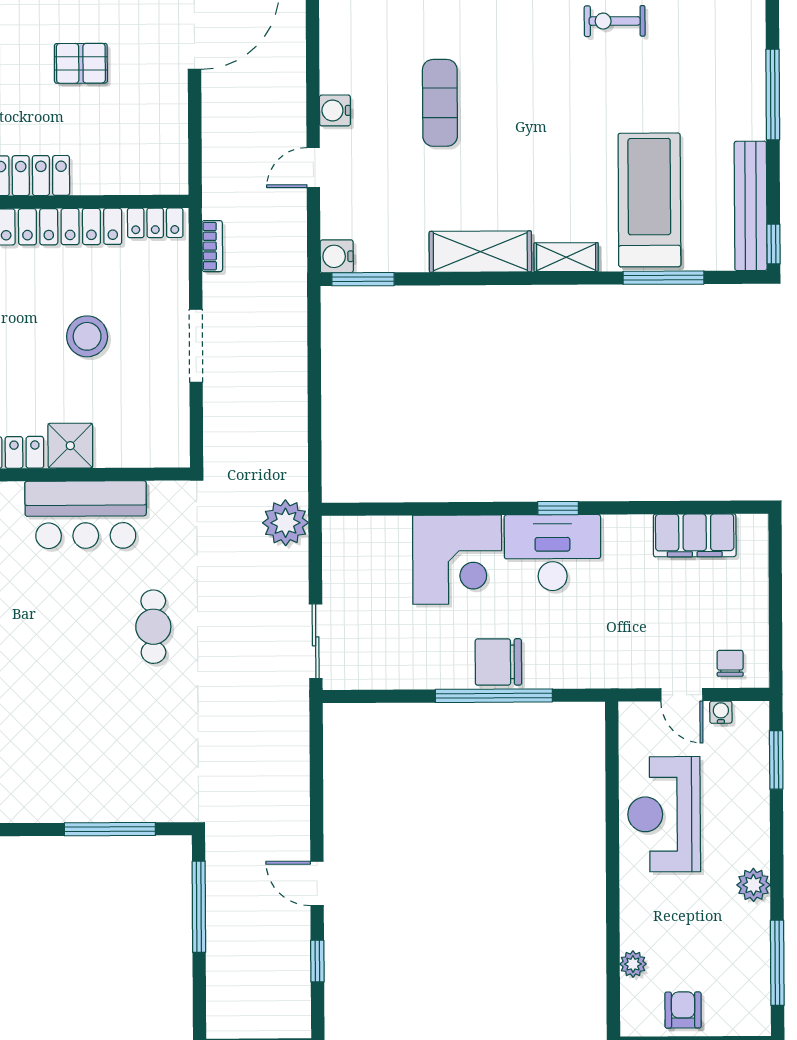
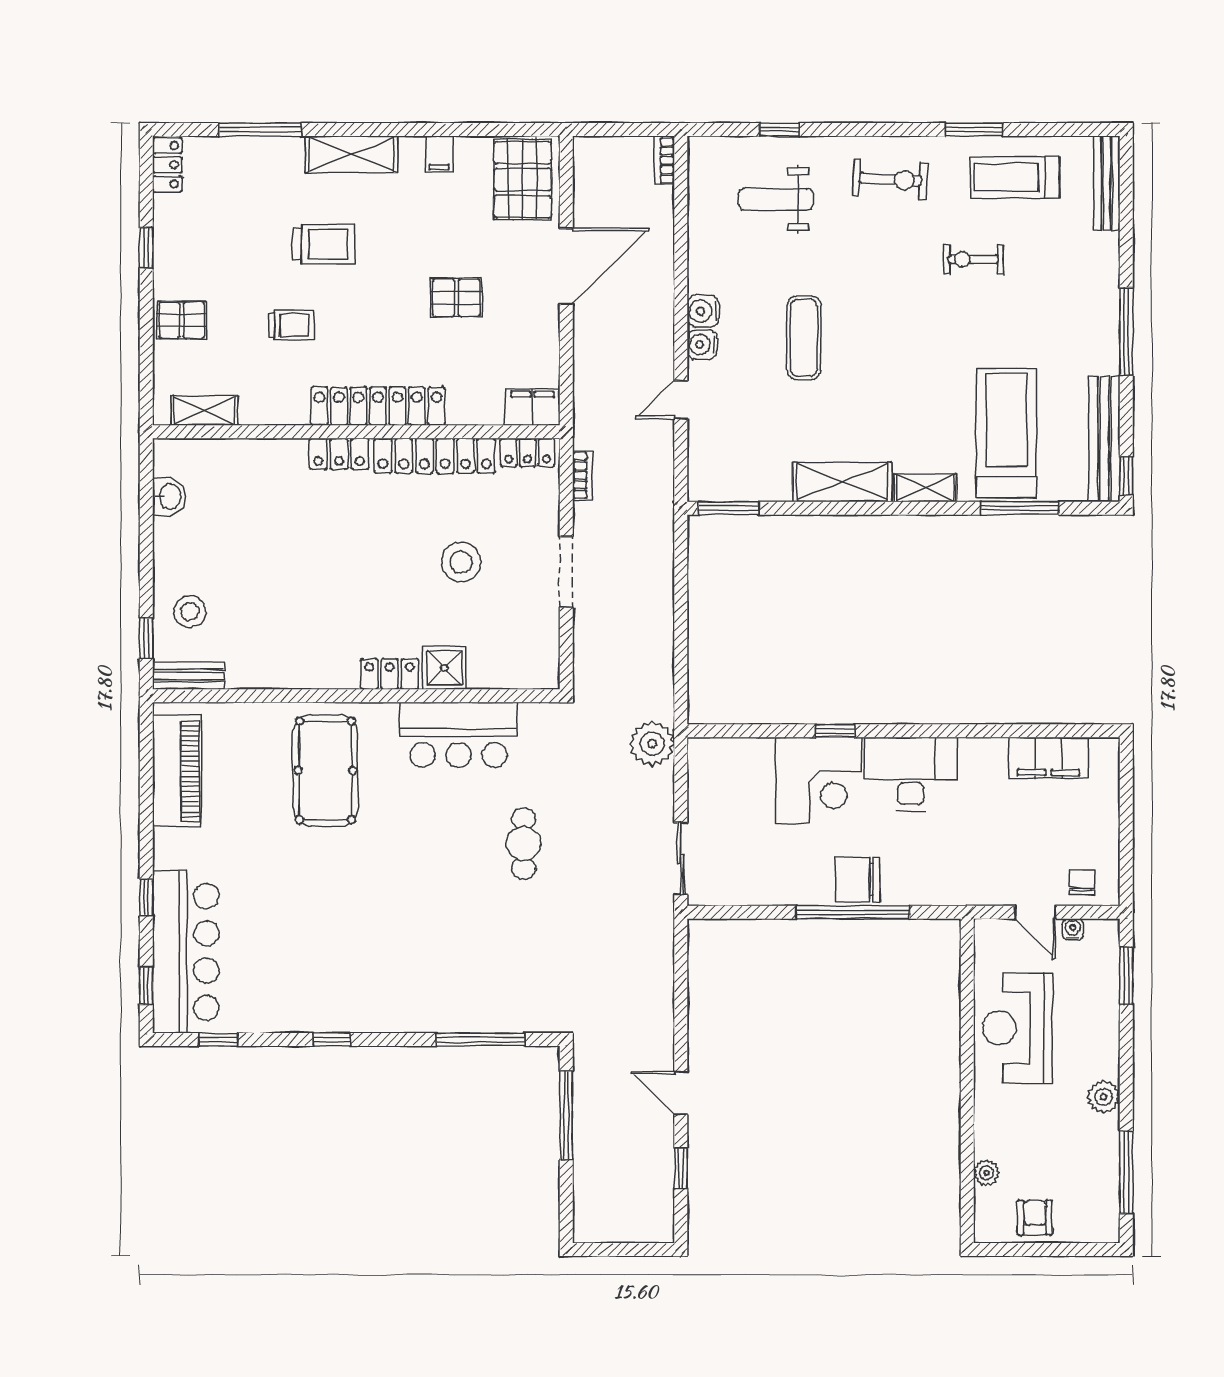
filing cabinet: (160, 176) -> (532, 407), added
water cooler: (337, 256) -> (703, 311), moved
window: (558, 508) -> (835, 731), moved

